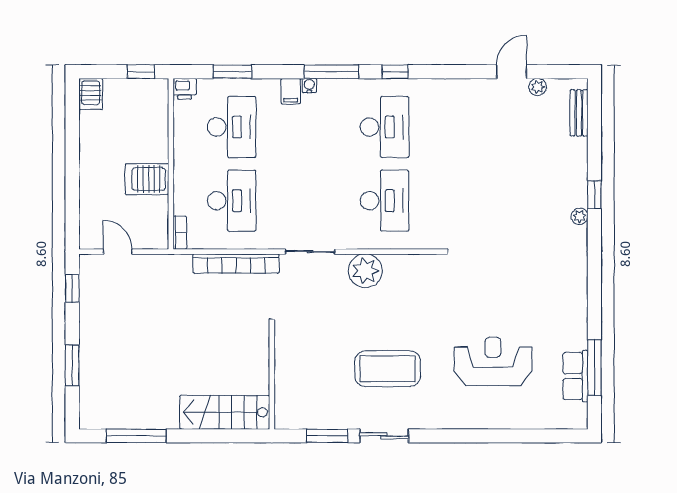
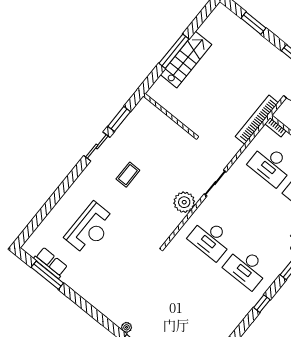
window: (395, 72) -> (262, 304), moved
bookcase: (236, 264) -> (257, 120), moved
coffee table: (388, 369) -> (128, 175), width x0.54, depth x0.58
stairs: (225, 412) -> (186, 60), moved
window: (136, 436) -> (174, 51), moved

